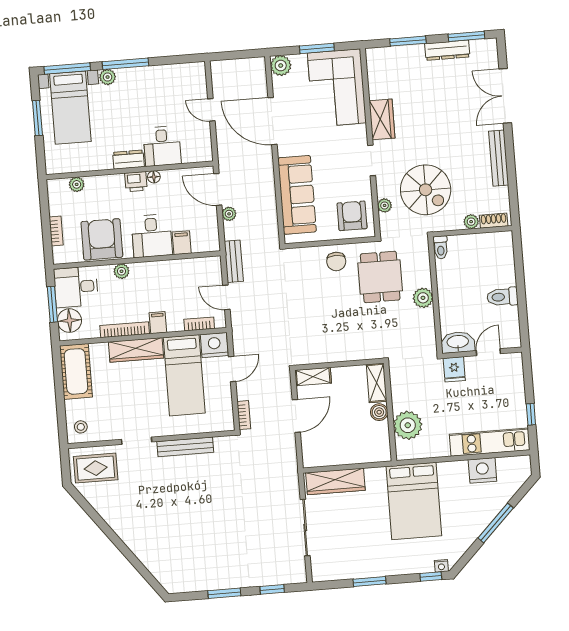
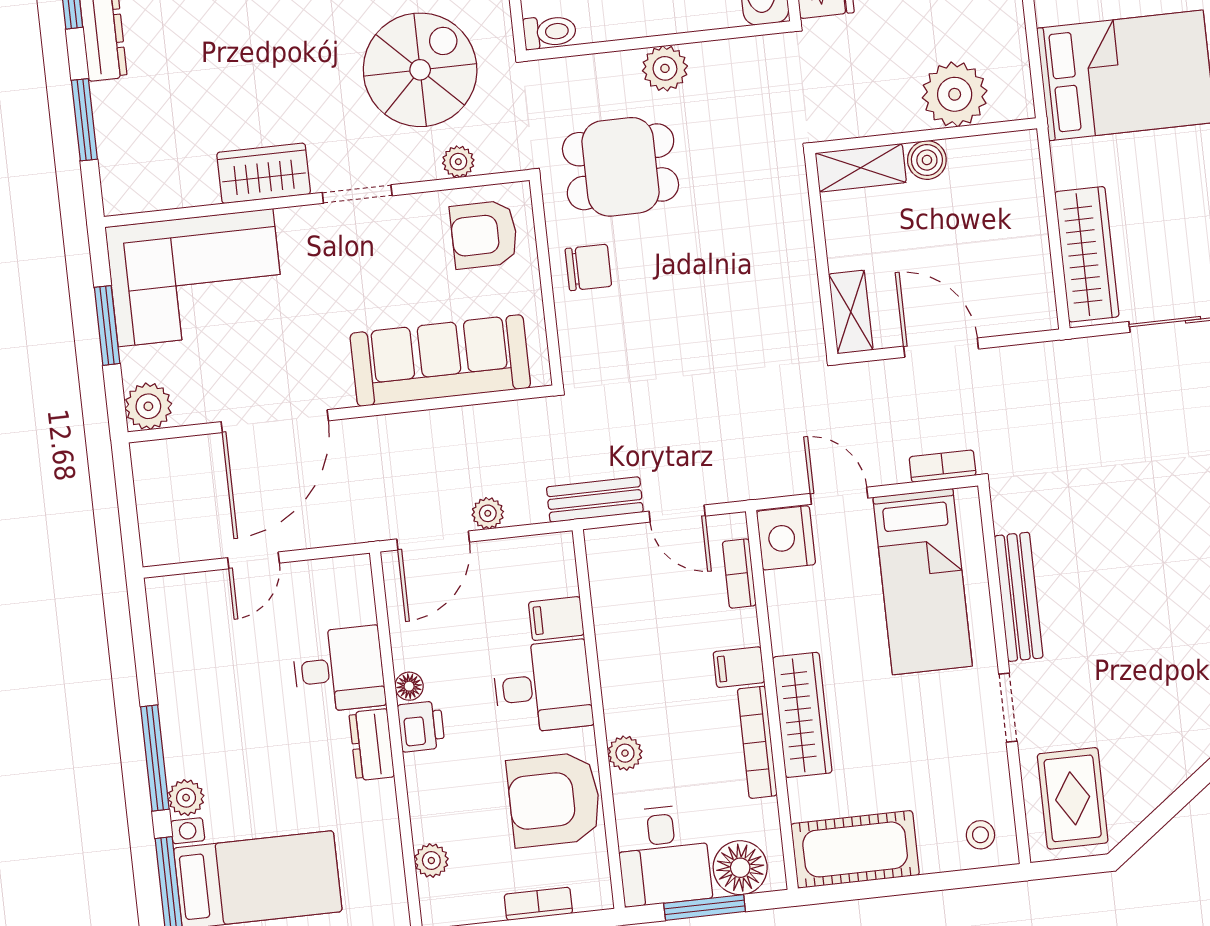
door: (226, 297) -> (677, 514), hinge flipped
bed: (184, 375) -> (923, 582), moved, turned 90

